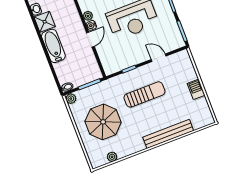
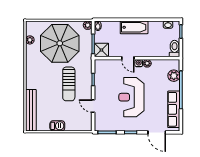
shower: (45, 22) -> (101, 50), moved
door: (159, 58) -> (93, 106), swing flipped
parasol: (103, 122) -> (60, 43), width x1.36, depth x1.36
bench: (168, 134) -> (31, 110), moved

